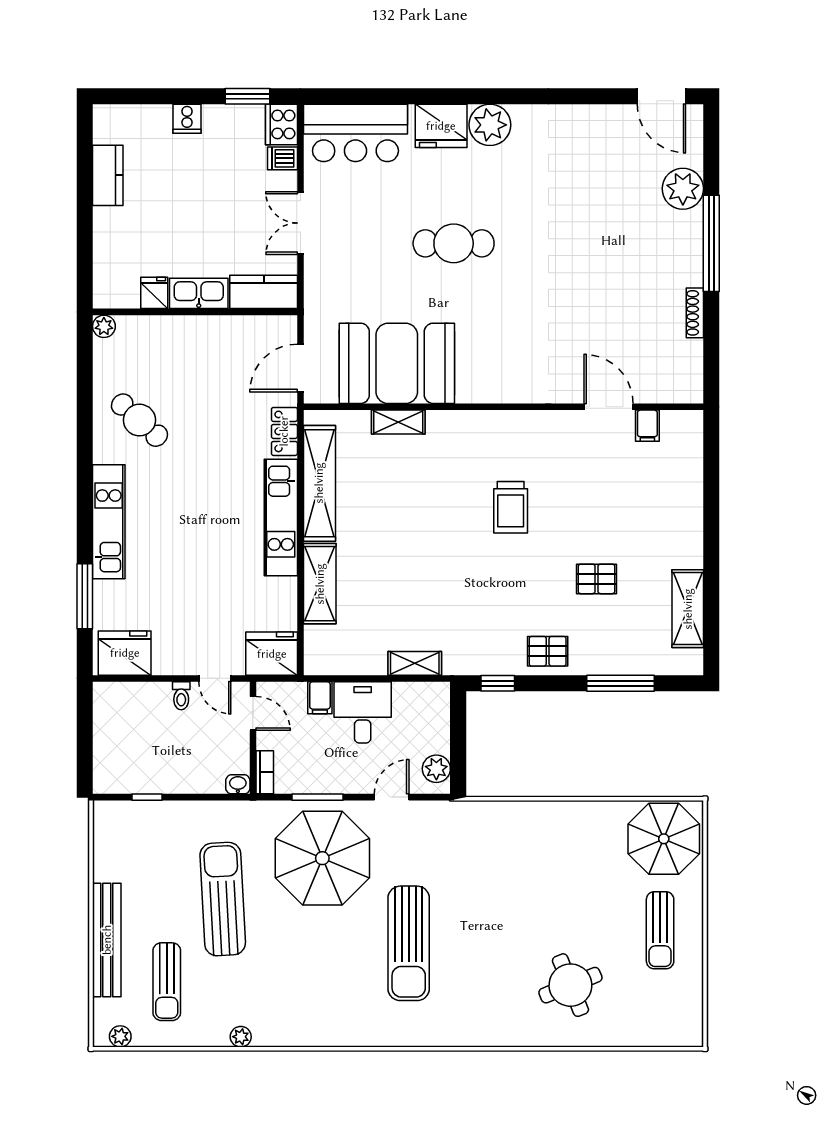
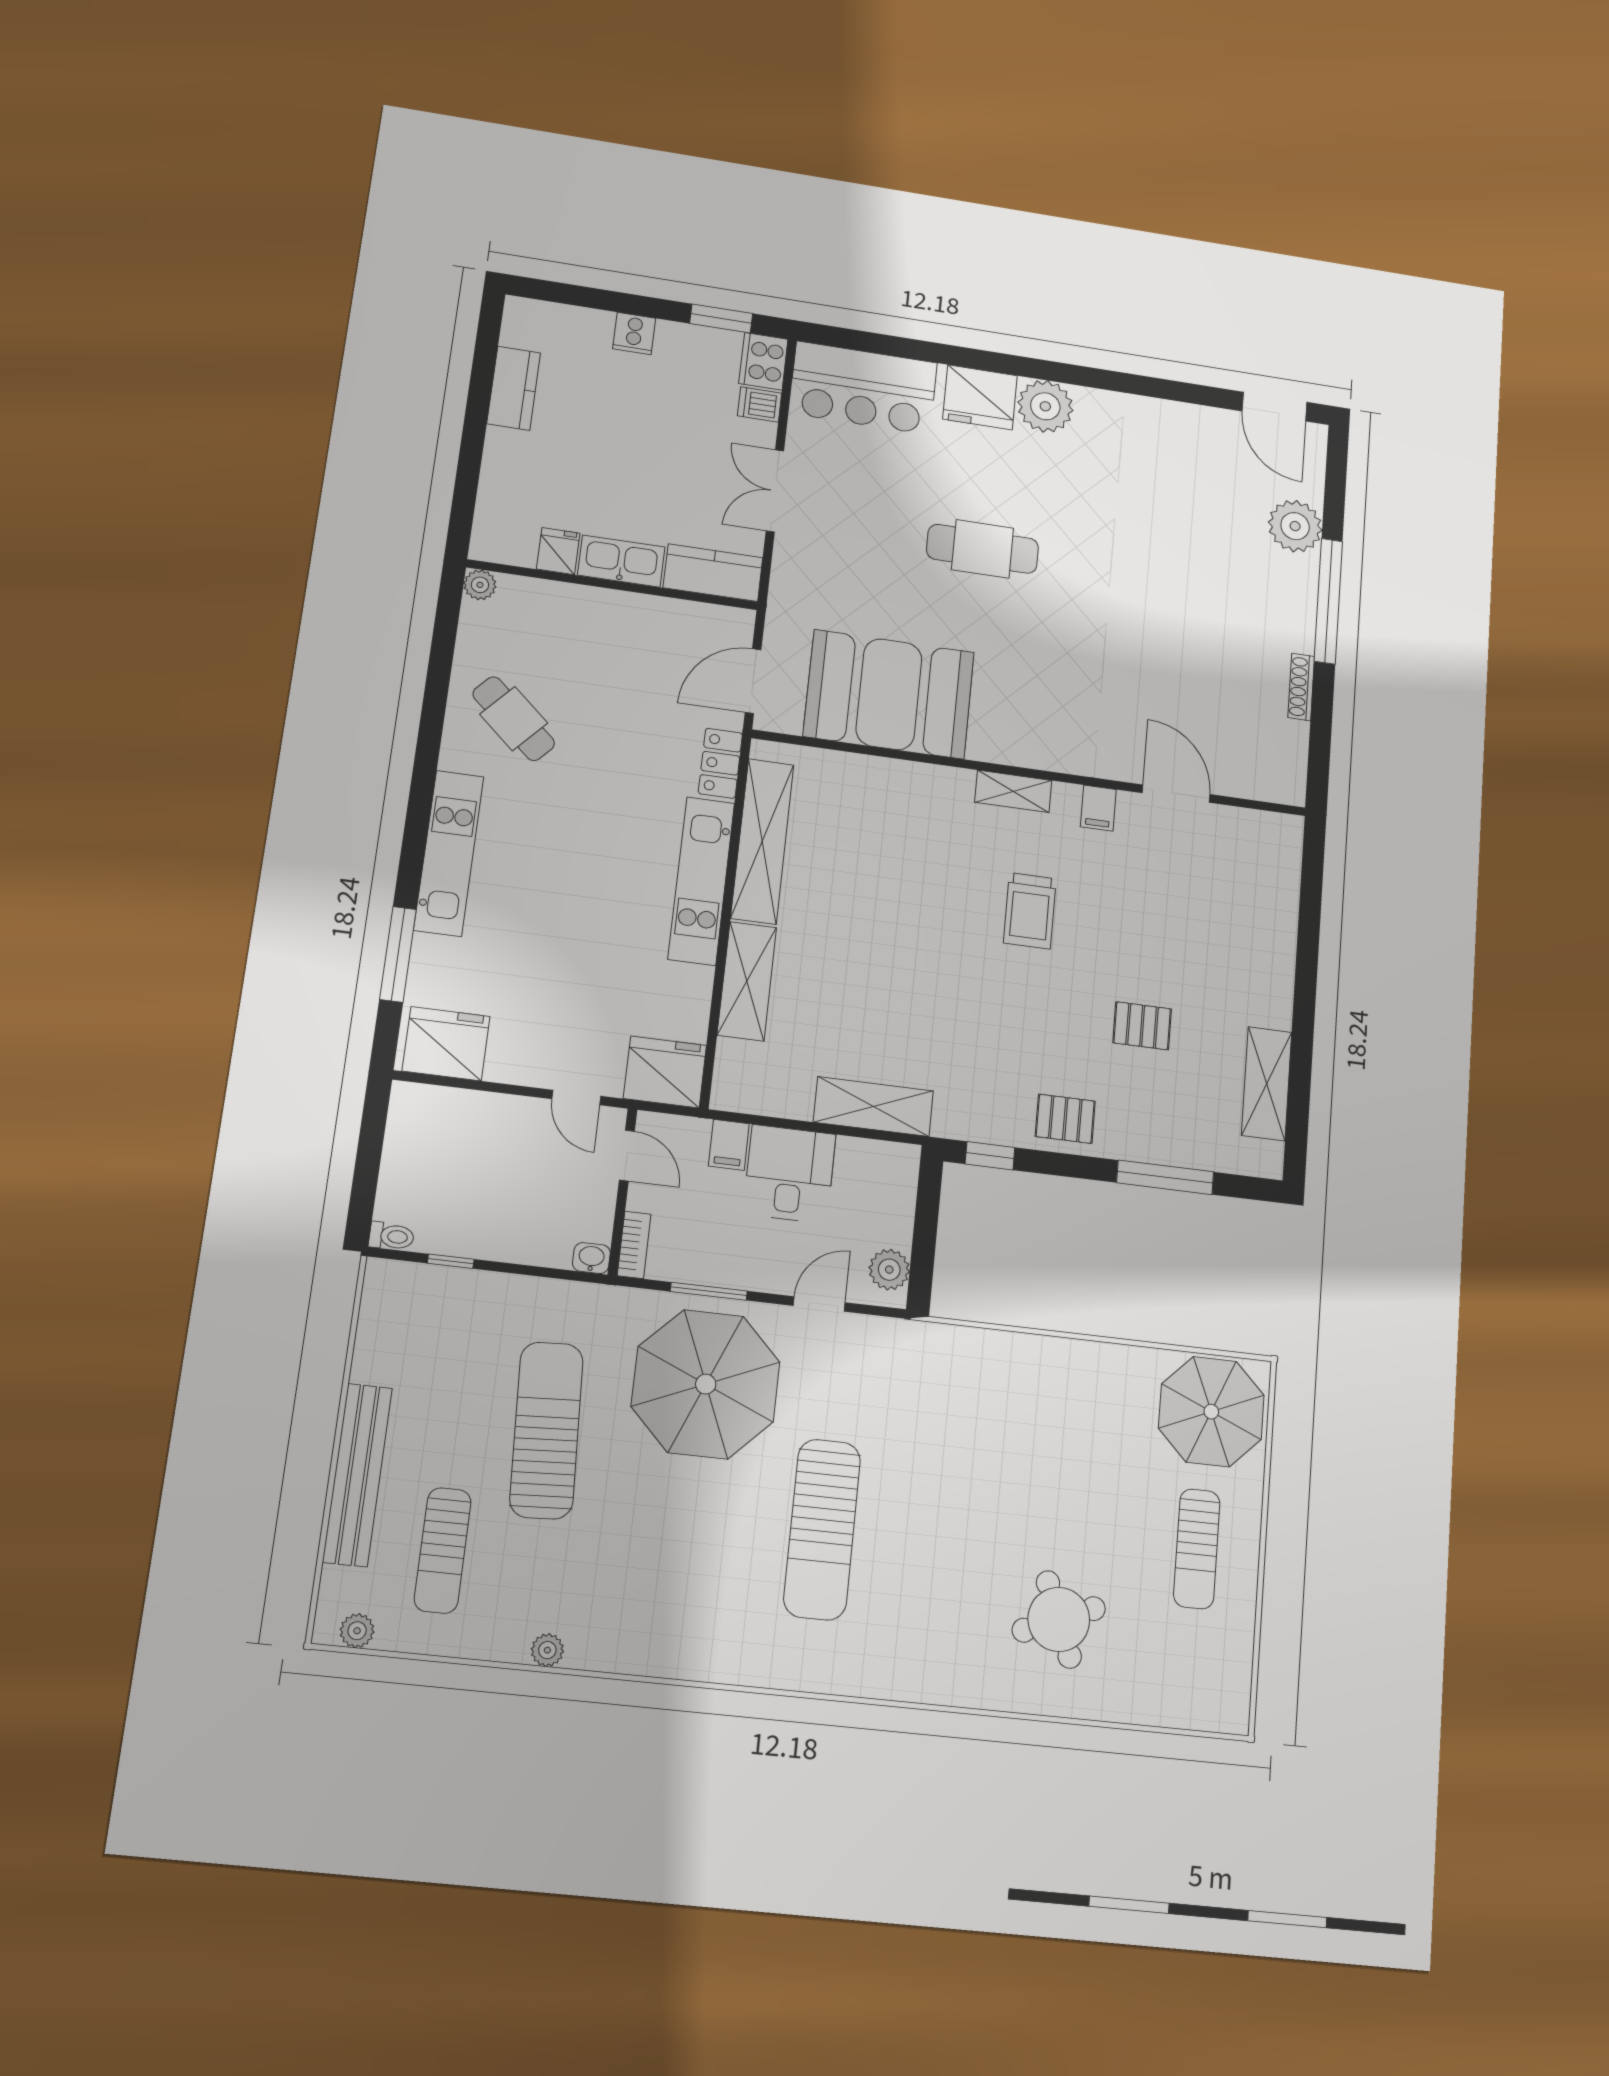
shelving: (398, 422) -> (1013, 791), moved
filing cabinet: (647, 426) -> (1098, 808), moved
shelving: (415, 663) -> (873, 1107), width x1.50, depth x1.33
toilet: (181, 696) -> (391, 1236), moved, turned -90

